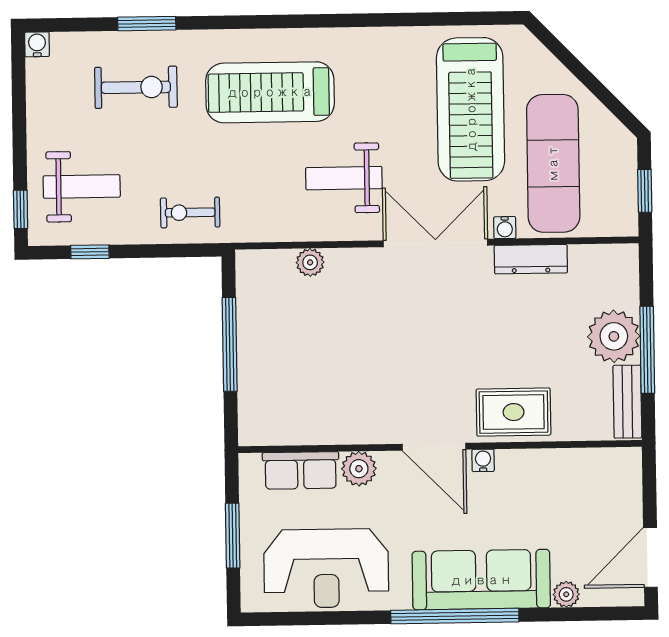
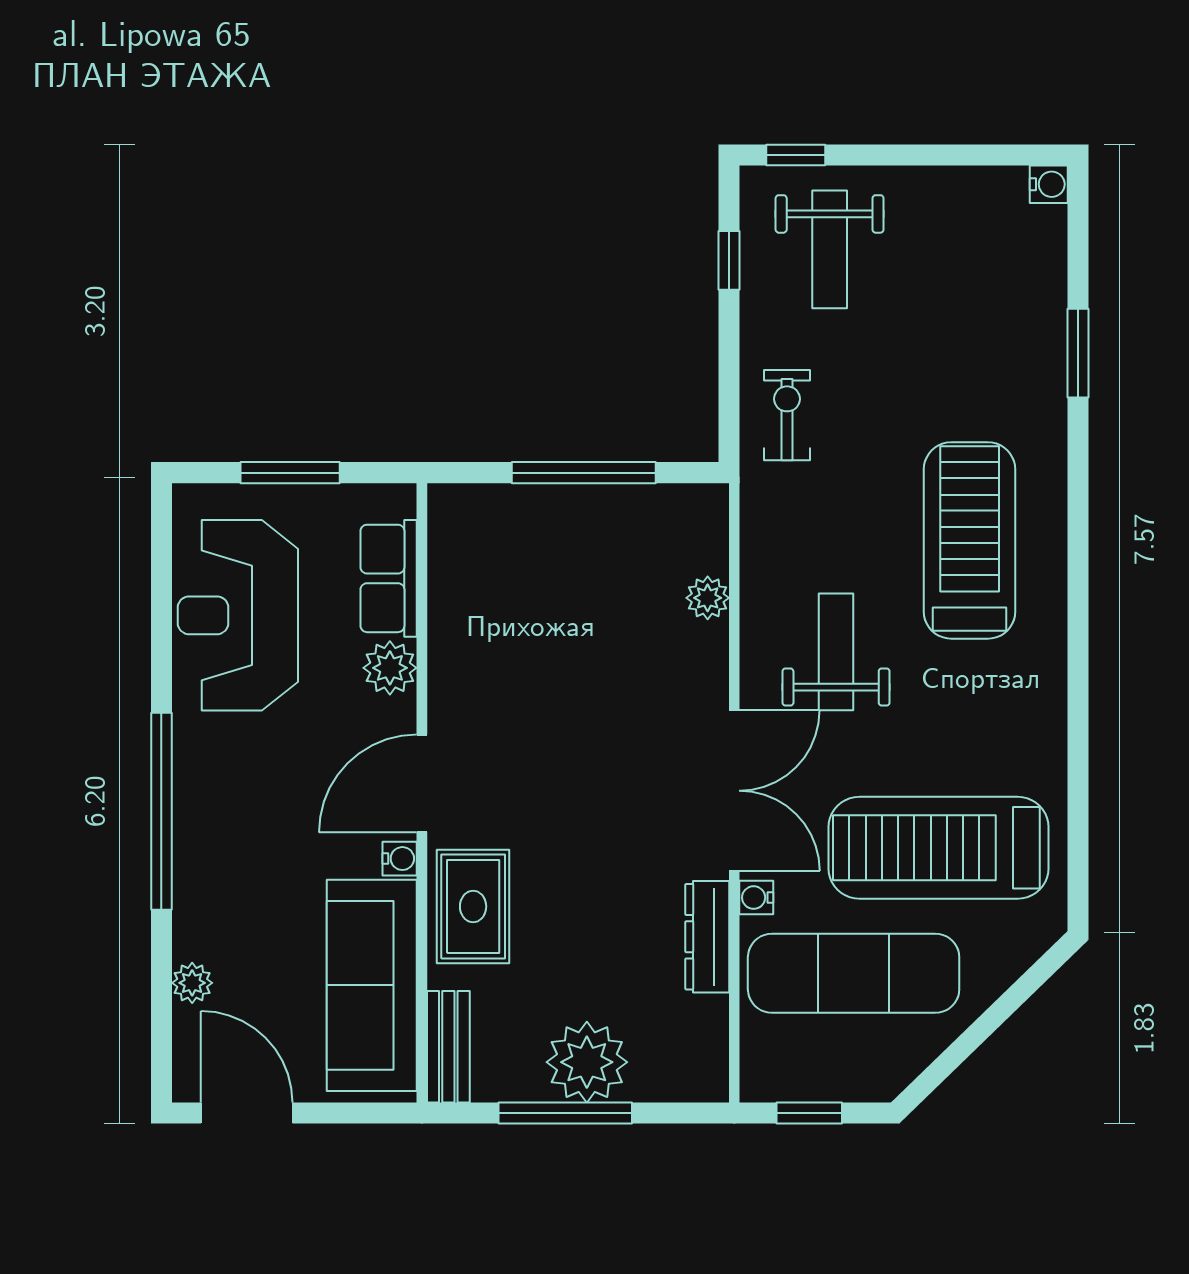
exercise bike: (136, 87) -> (980, 335), removed
bench: (627, 402) -> (448, 1047), moved, turned 90
sofa: (481, 580) -> (372, 985), moved, turned 180

